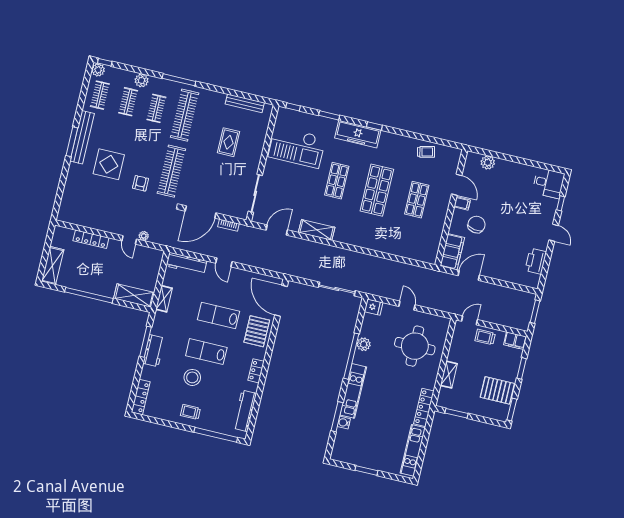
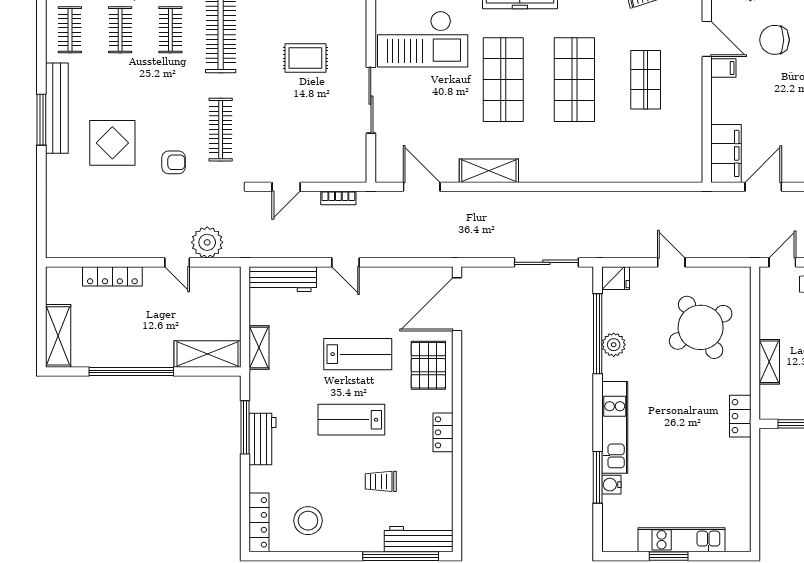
rug: (229, 142) -> (305, 58), turned 90
clothes rail: (171, 171) -> (221, 130), width x0.73, depth x0.76
shop shelf: (337, 181) -> (503, 80), width x1.43, depth x1.36
armchair: (141, 183) -> (174, 162), turned 90
sliding door: (255, 193) -> (371, 100), moved
door: (201, 212) -> (286, 187), width x0.53
chair: (476, 225) -> (775, 40), moved, turned -99
door: (277, 230) -> (422, 187), hinge flipped
plant: (144, 236) -> (207, 242), width x1.87, depth x1.87
door: (281, 301) -> (457, 304), hinge flipped
lab bench: (219, 316) -> (358, 354), turned 180
round table: (415, 346) -> (701, 327), turned -31
window: (351, 356) -> (598, 334), moved
stool: (192, 377) -> (308, 521), moved
locker: (424, 407) -> (740, 416), width x0.66
workbench: (245, 411) -> (419, 539), moved, turned 90
trolley: (190, 412) -> (381, 481), moved
kitchen unit: (413, 450) -> (681, 540), moved, turned 90

